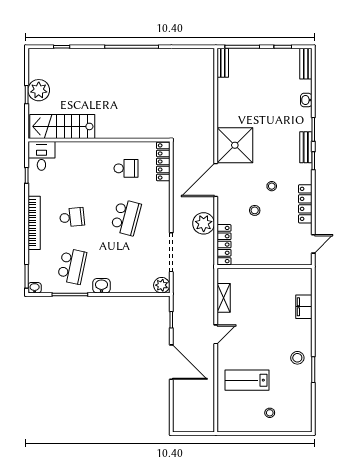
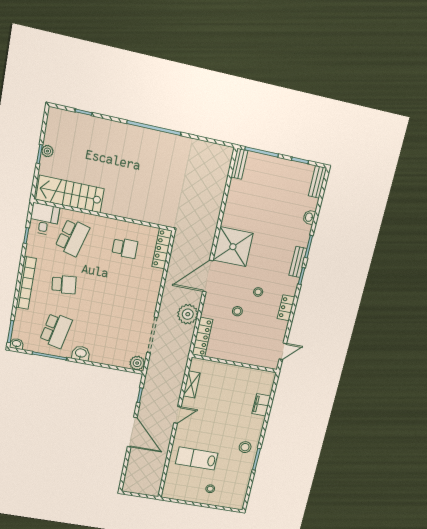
plant: (39, 90) -> (47, 151), width x0.53, depth x0.53
locker: (305, 204) -> (286, 308), width x0.66
school desk: (126, 217) -> (72, 237), moved

